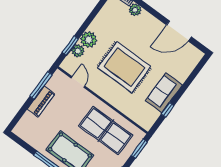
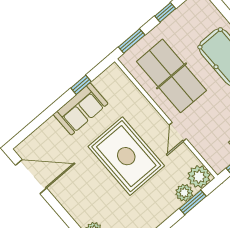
door: (179, 31) -> (31, 177), moved
plant: (89, 40) -> (199, 177), moved
door: (78, 82) -> (178, 132), moved

